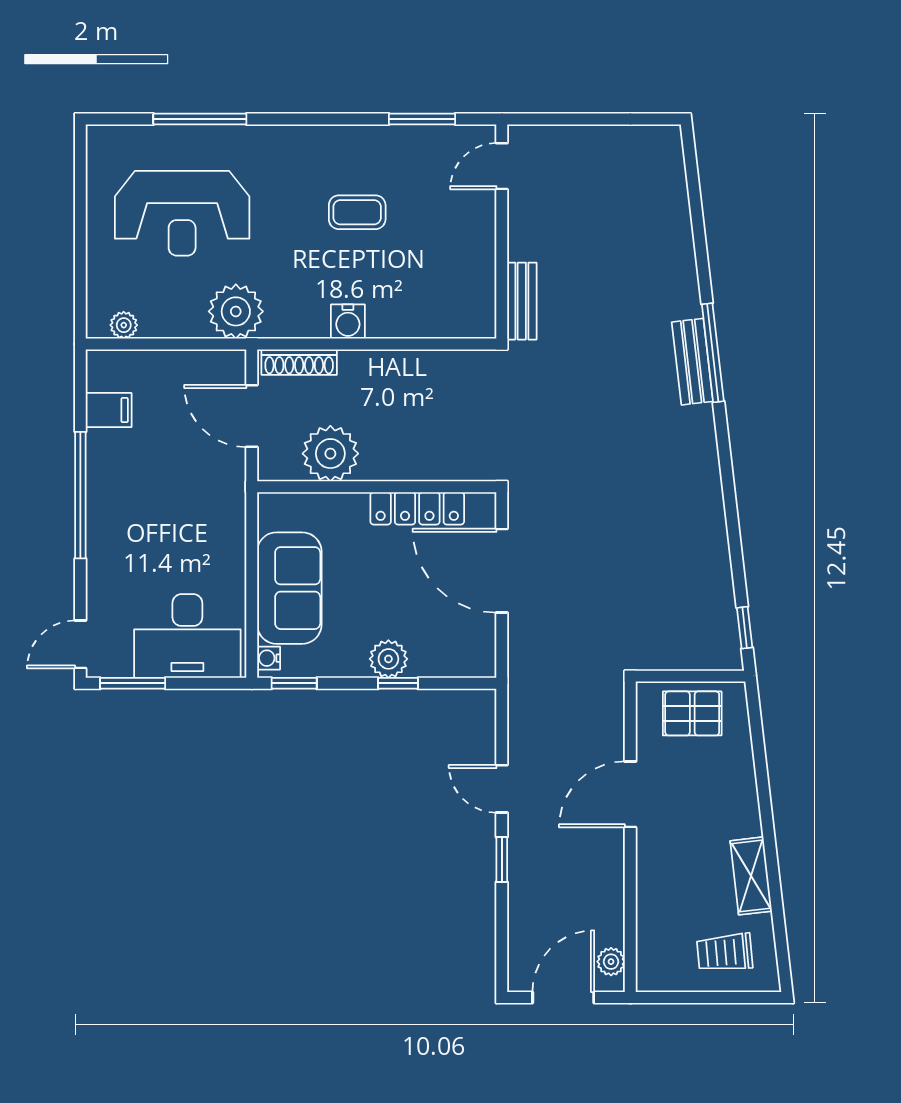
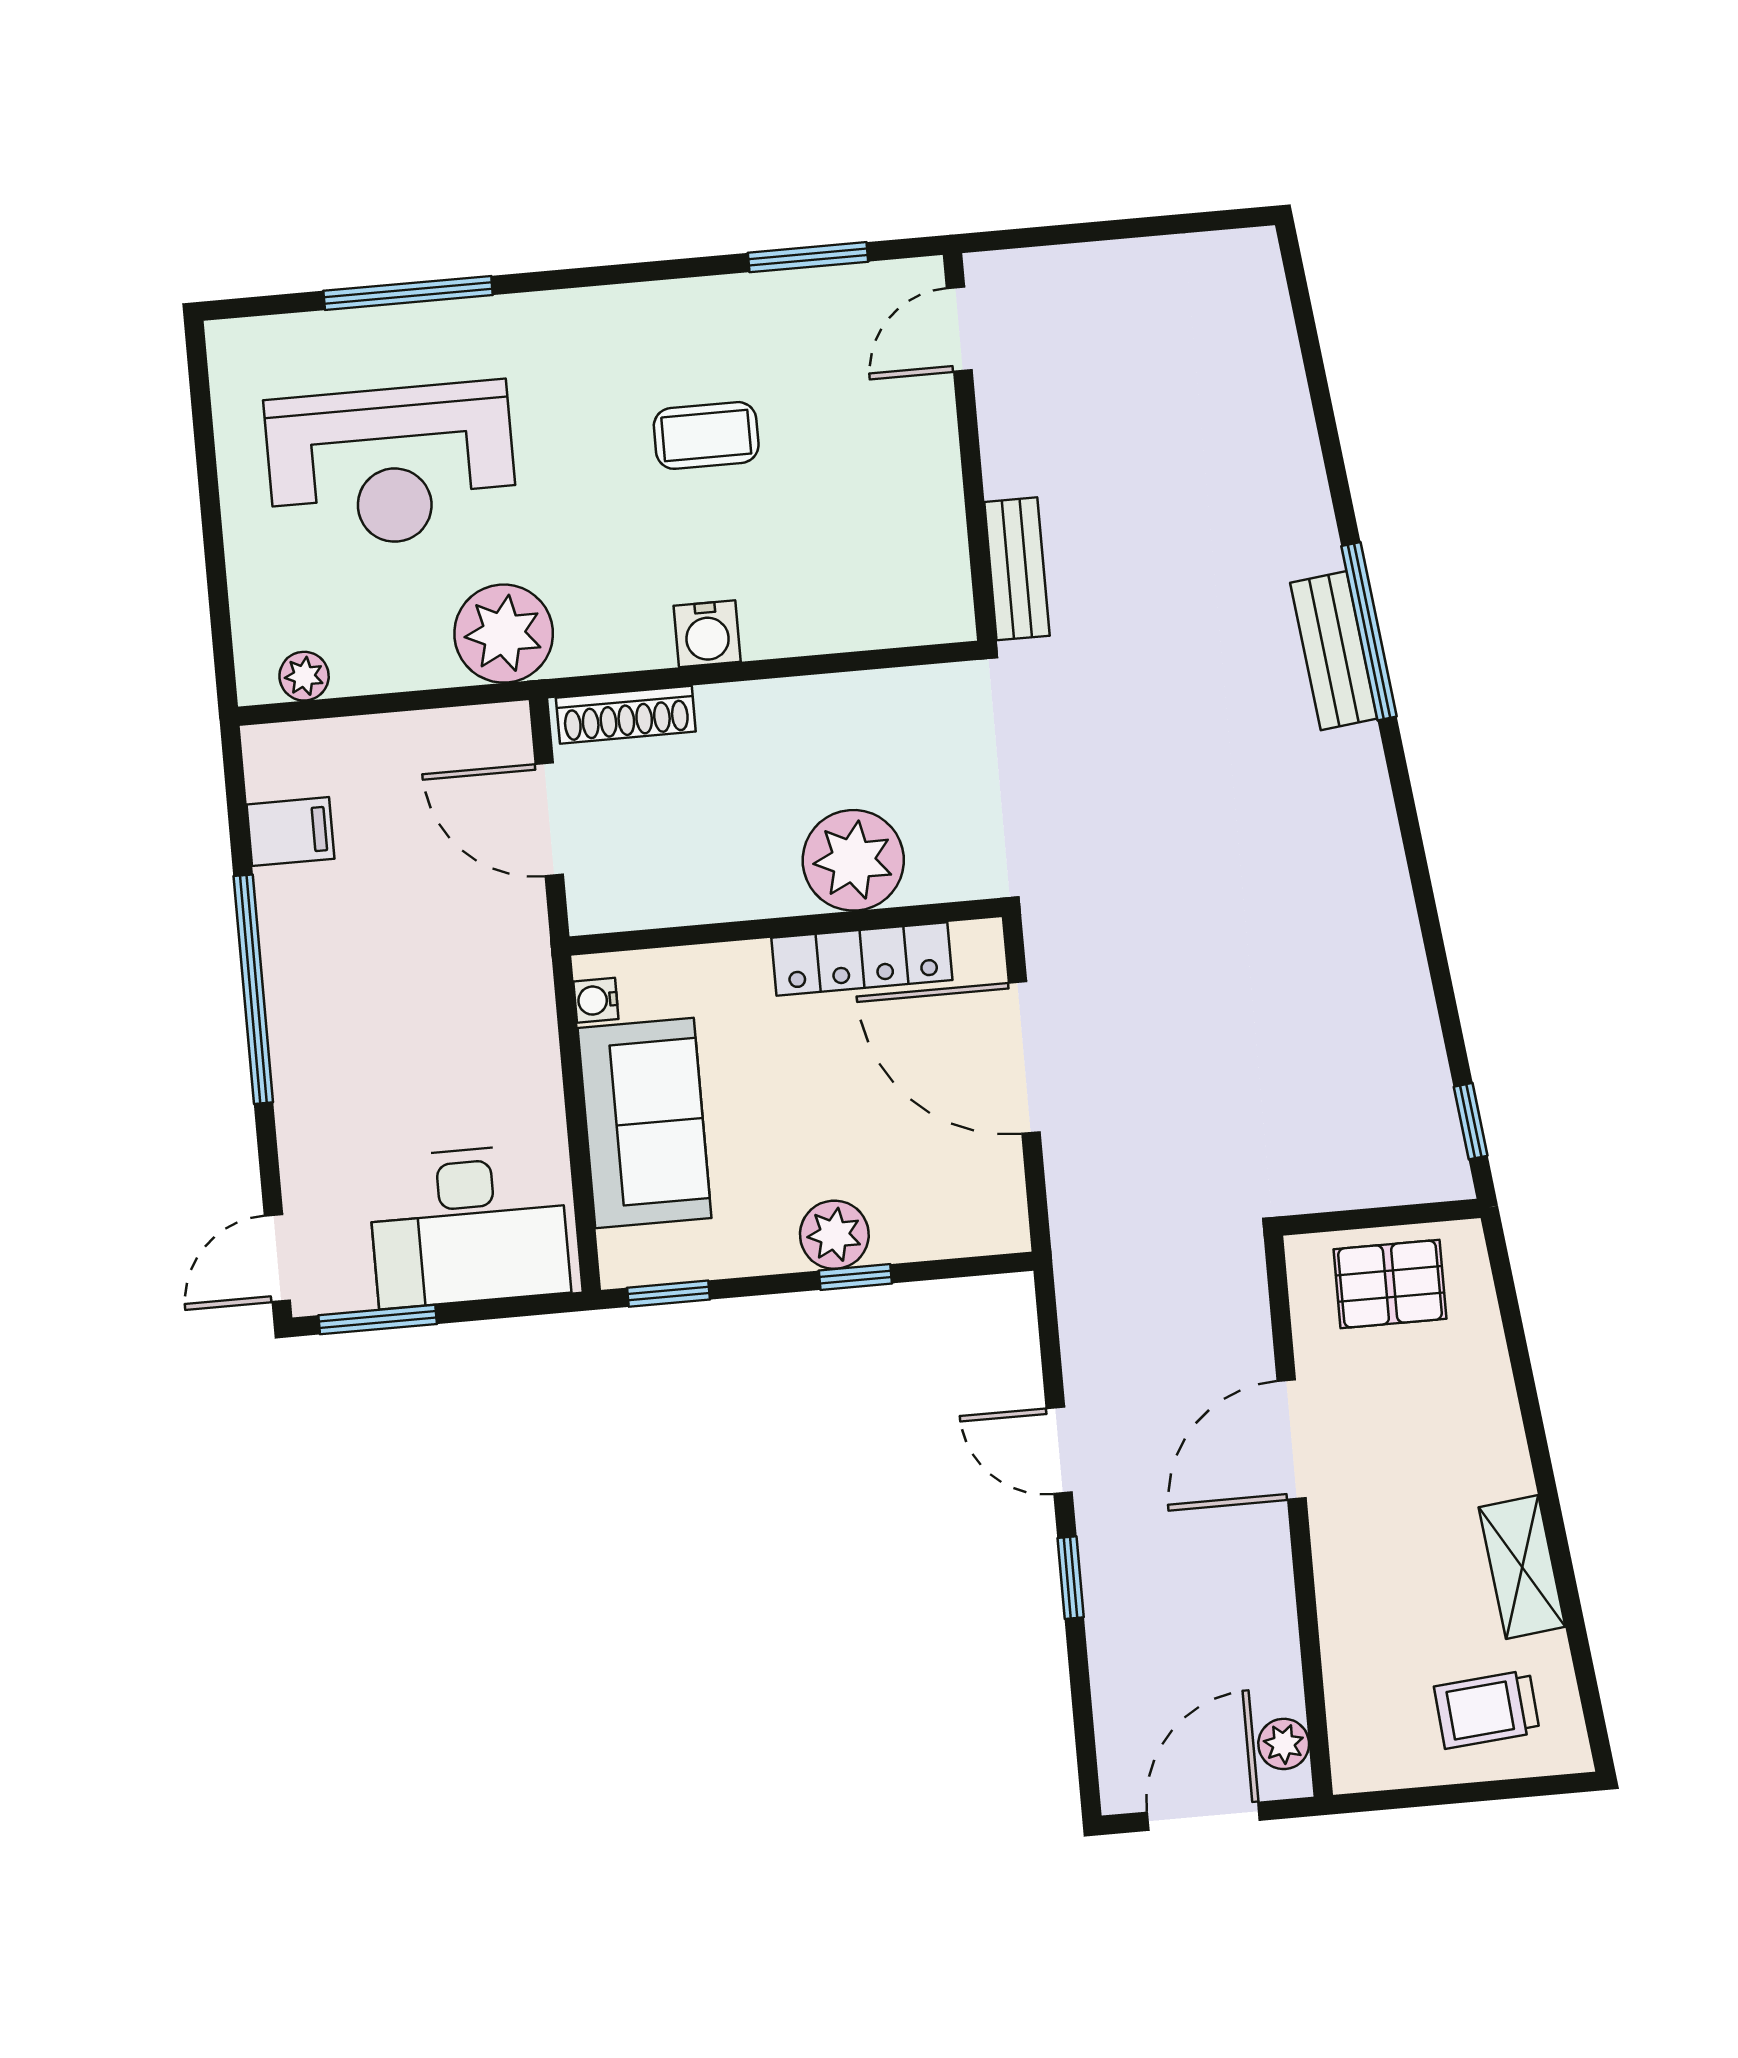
plant: (330, 454) -> (853, 860), moved
water cooler: (269, 658) -> (596, 1000), moved

